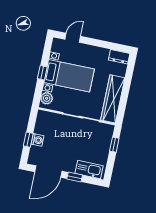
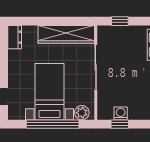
window: (42, 73) -> (53, 124), width x3.17
window: (28, 140) -> (120, 124), moved
washing machine: (37, 140) -> (121, 113), moved

